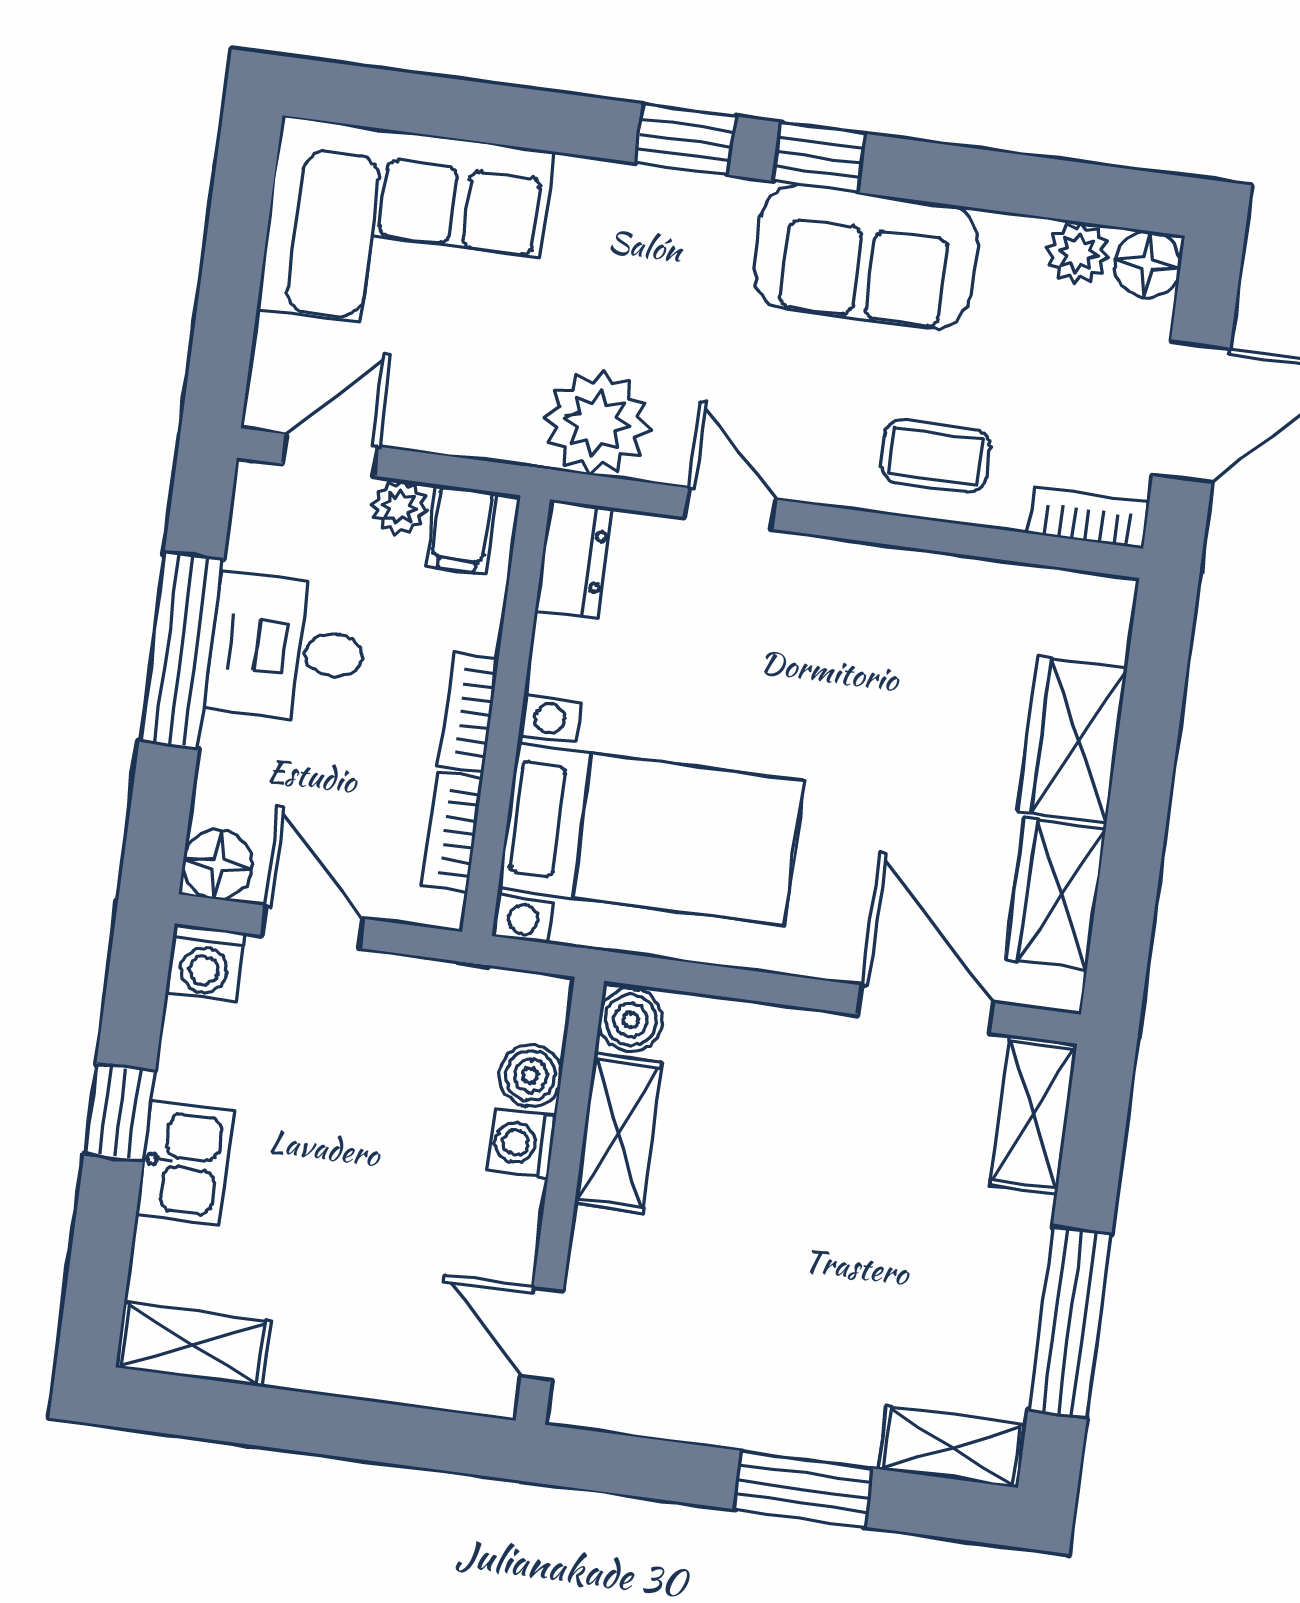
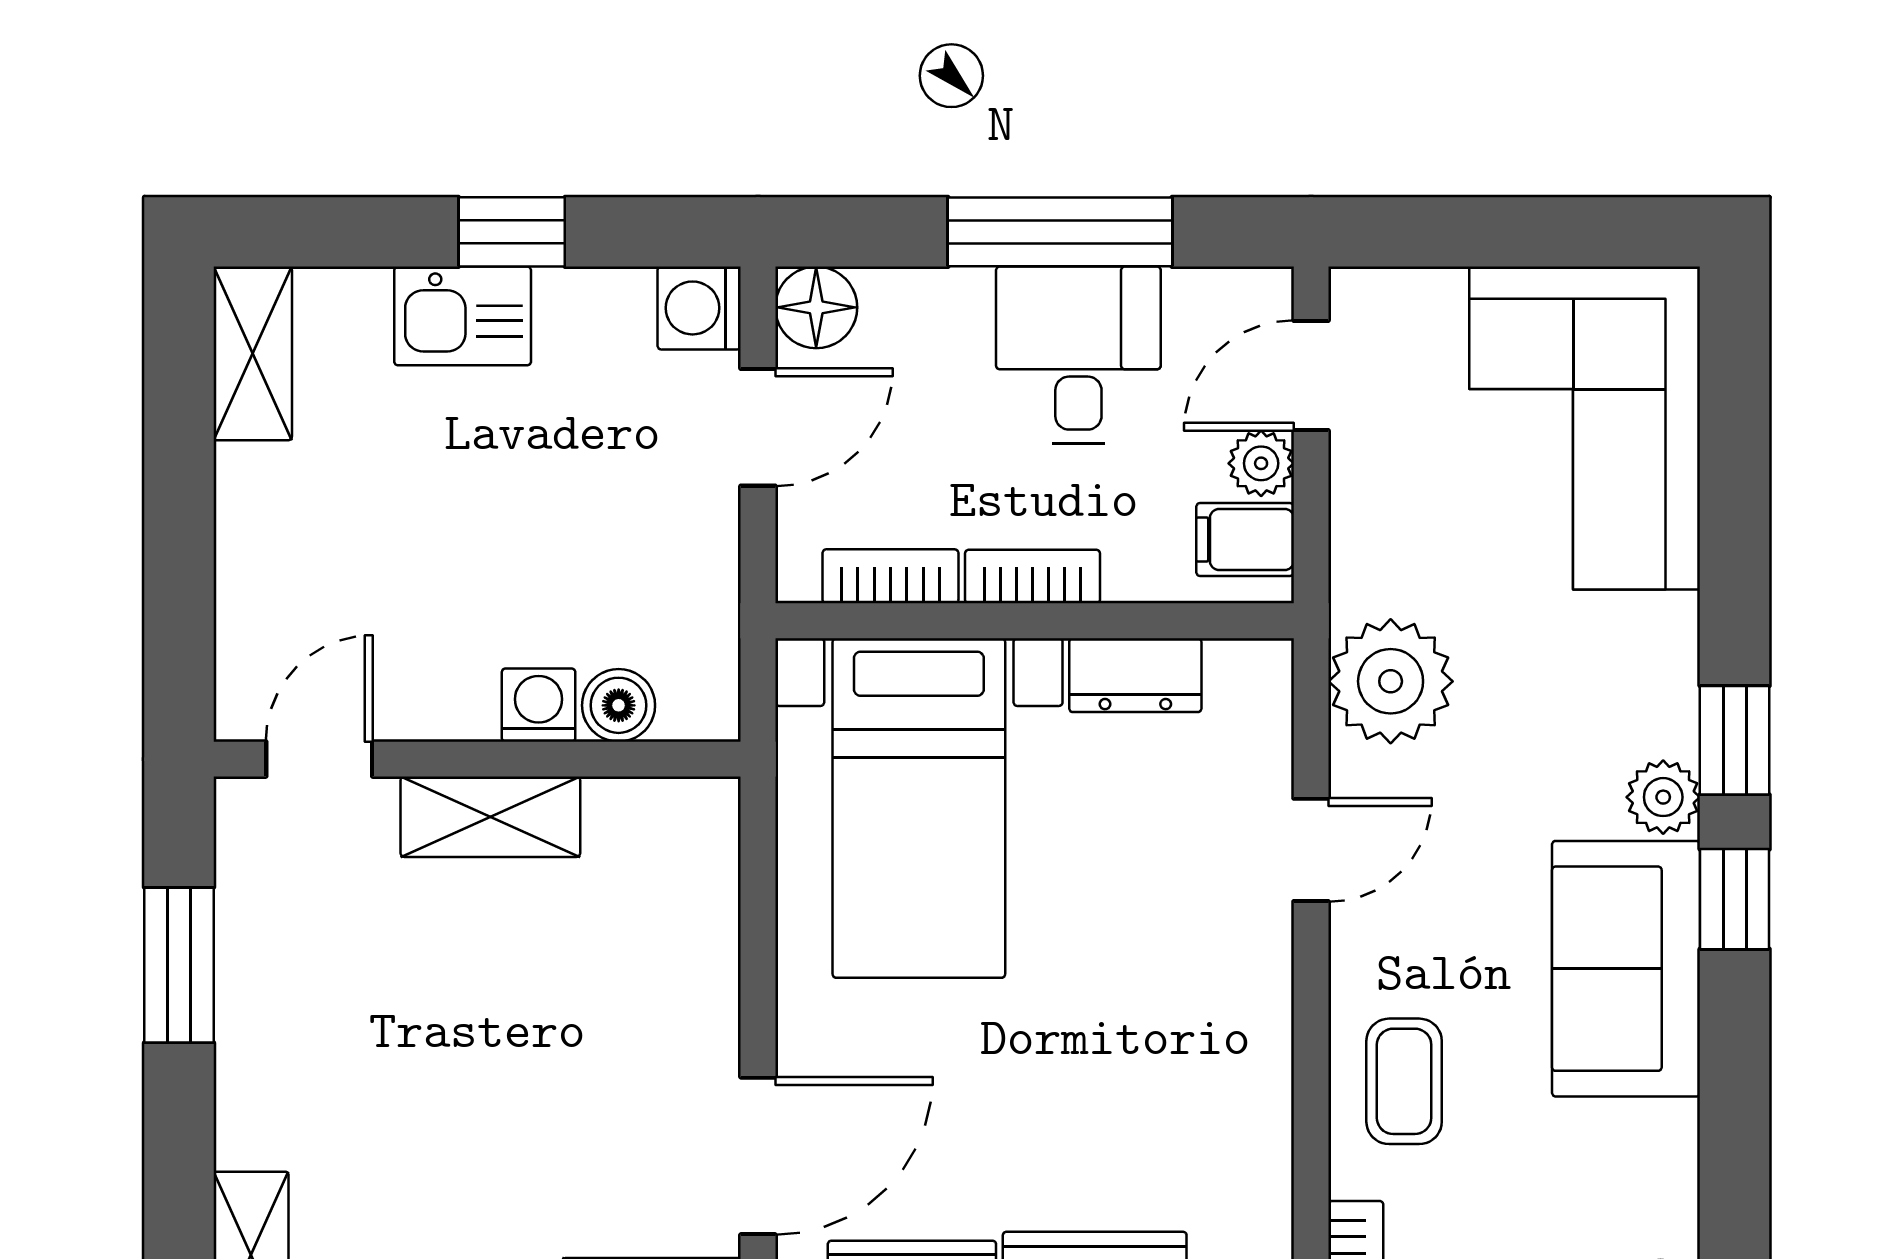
plant: (1078, 253) -> (1663, 797), moved
door: (331, 455) -> (1311, 376), swing flipped
dresser: (574, 559) -> (1135, 675), moved
boiler: (631, 1020) -> (699, 814), removed
shelving: (618, 1133) -> (490, 817), moved
window: (803, 1489) -> (179, 965), moved

